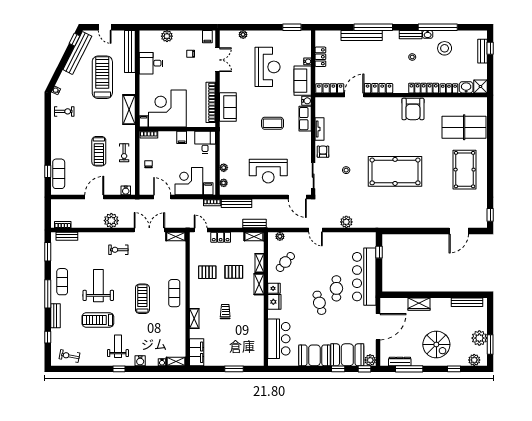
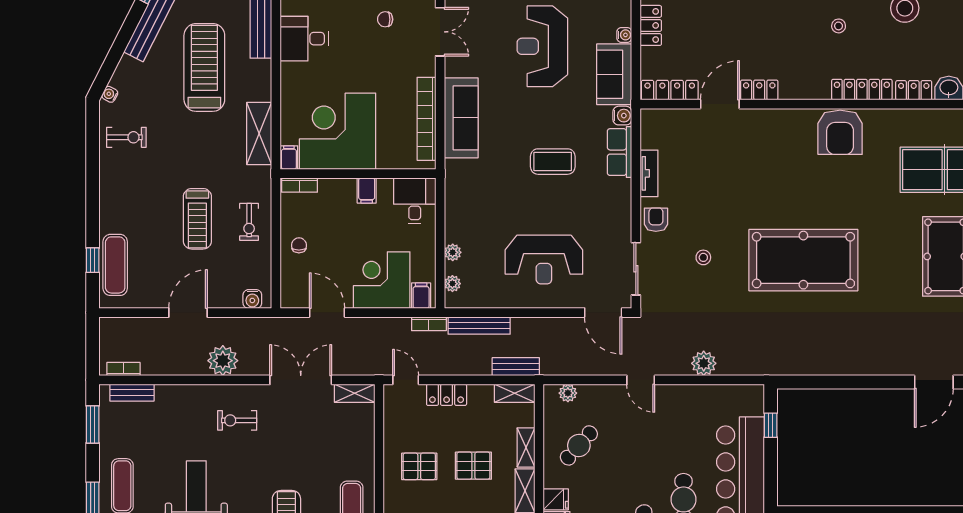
reception desk: (267, 67) -> (542, 46), turned 180
locker: (379, 88) -> (759, 90), width x0.66
sofa: (228, 107) -> (461, 118), width x1.36

